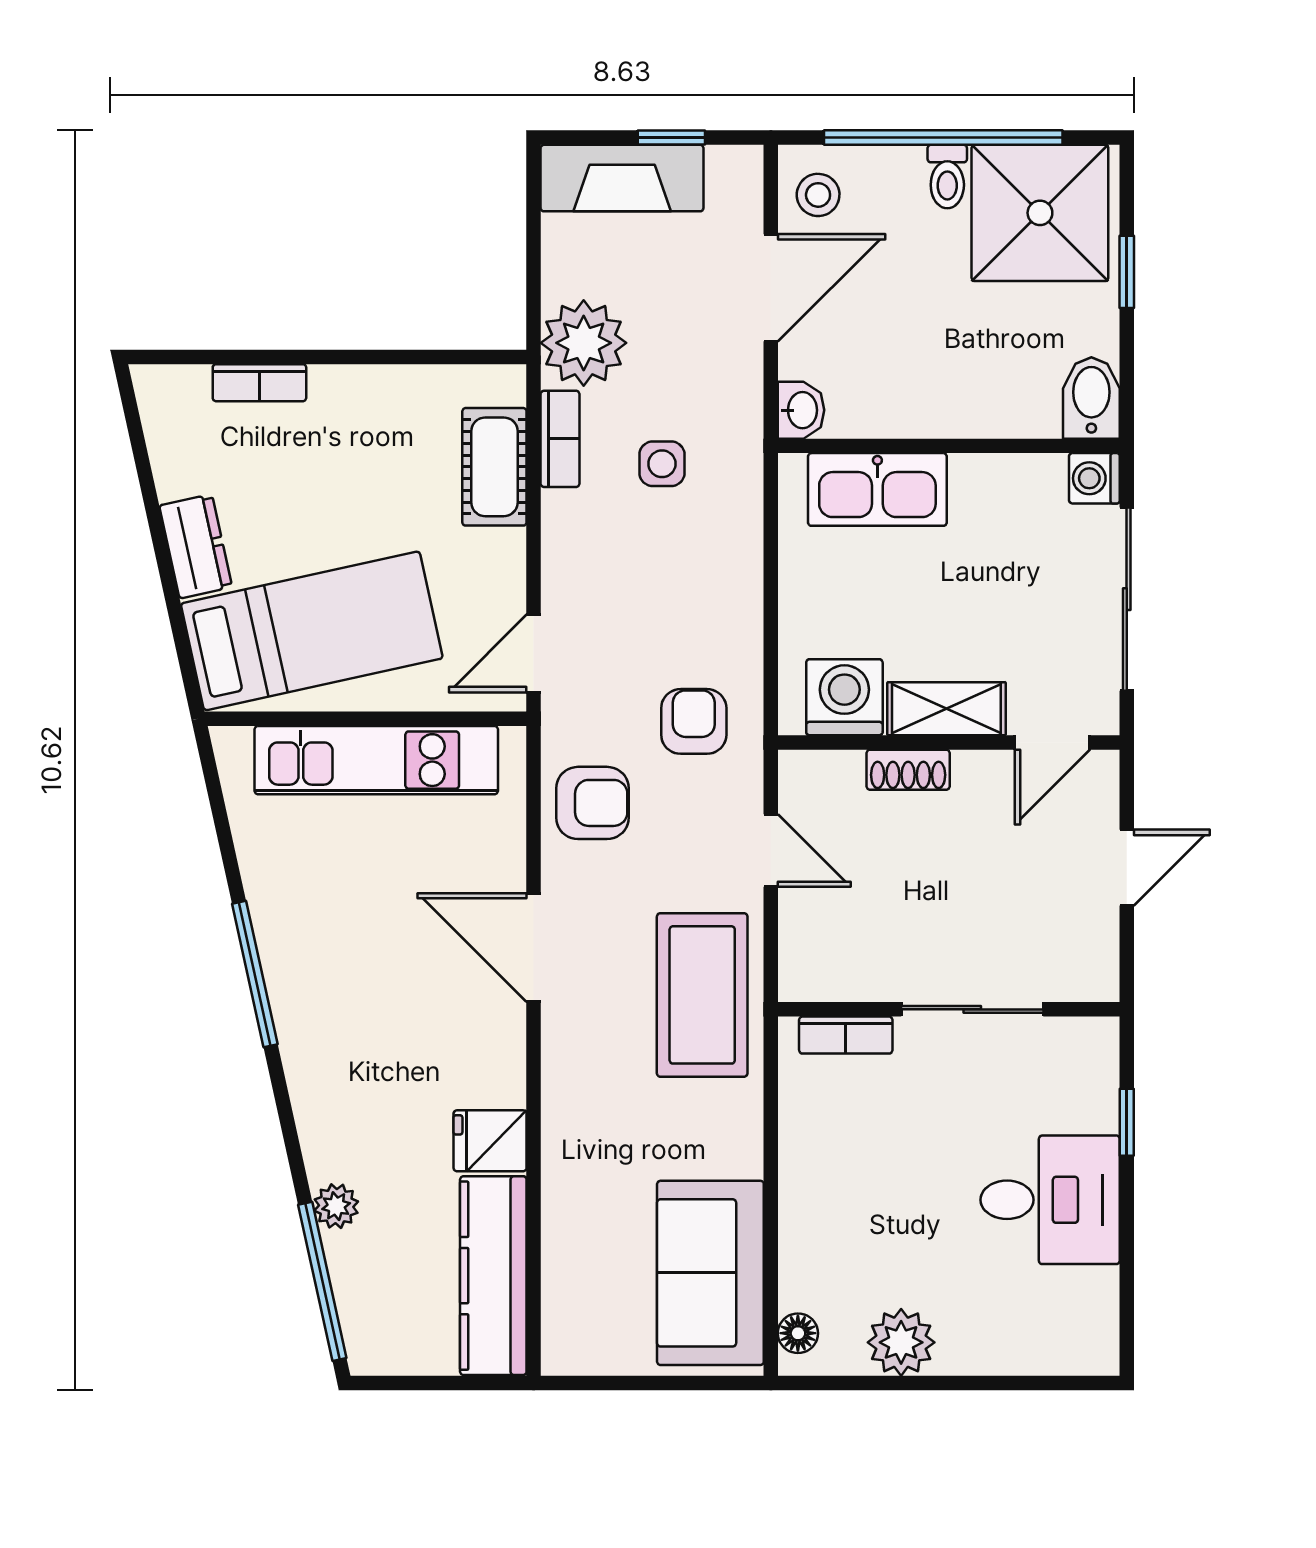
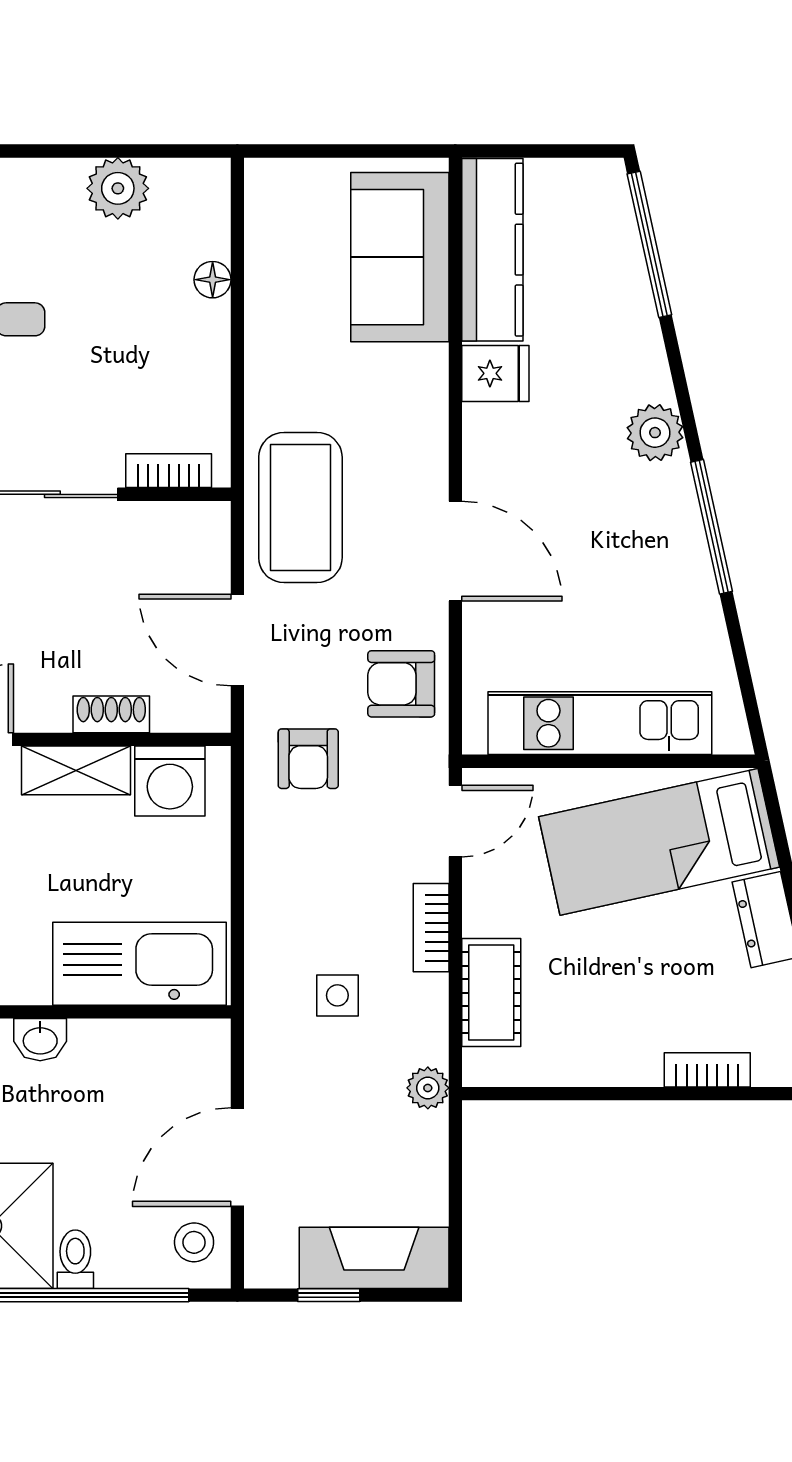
plant: (584, 343) -> (428, 1088), width x0.53, depth x0.53
washbasin: (801, 410) -> (40, 1040), moved, turned -90
bookcase: (560, 439) -> (431, 928), moved
kitchen sink: (877, 489) -> (140, 964), width x1.36, depth x1.24
door: (771, 851) -> (237, 640), width x1.38
plant: (336, 1206) -> (655, 433), moved, width x1.38, depth x1.38
sofa: (710, 1273) -> (400, 257), moved, turned 180
floor lamp: (798, 1333) -> (213, 280), moved

